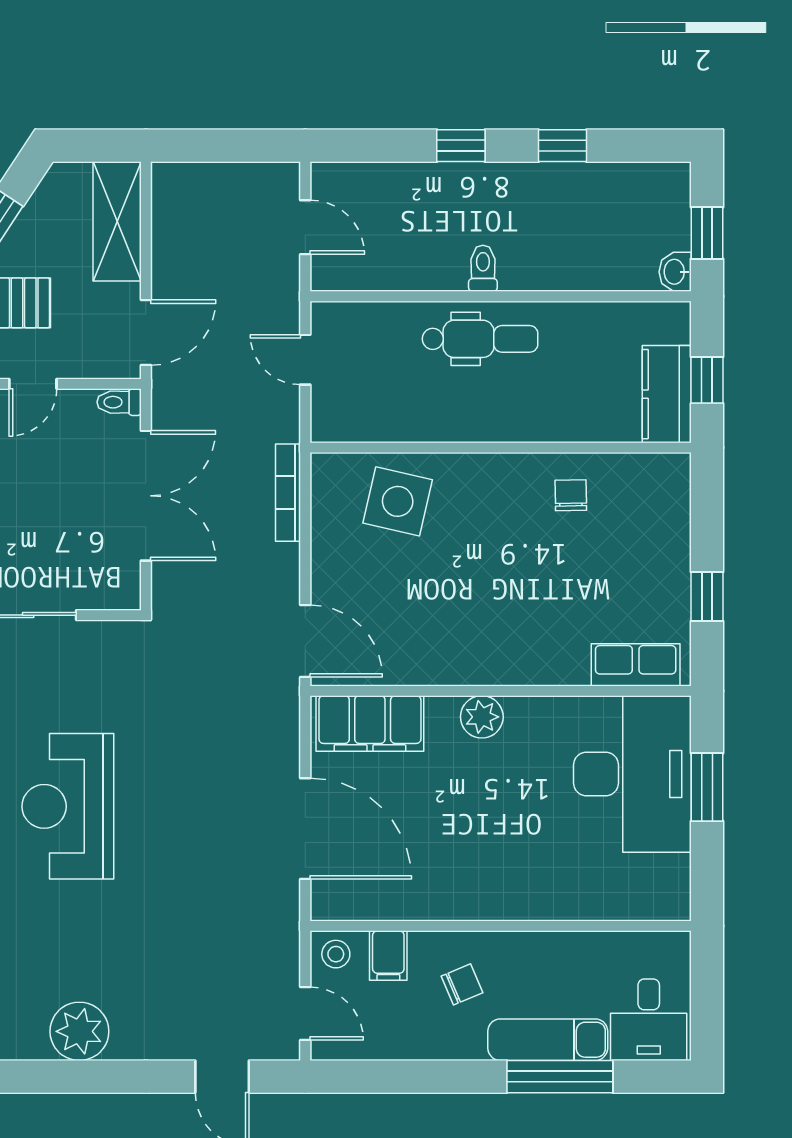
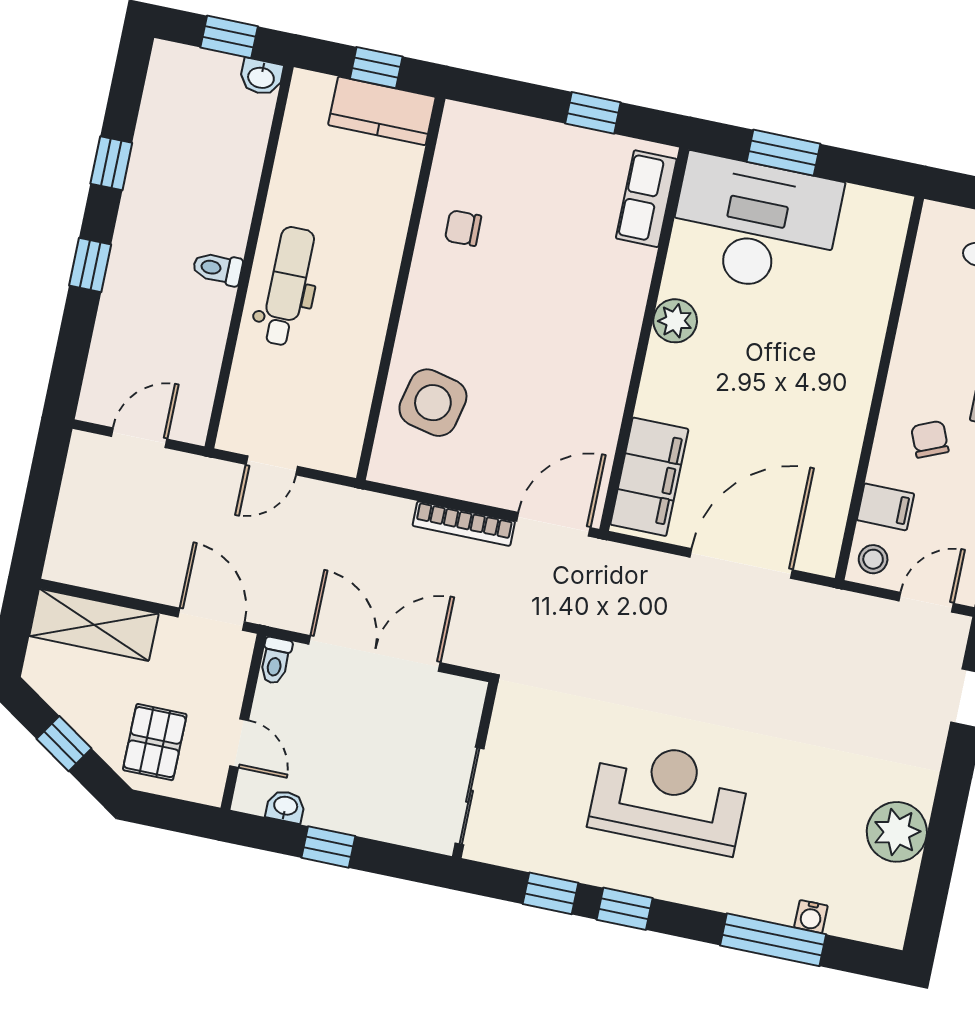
bookcase: (288, 493) -> (464, 524), moved
plant: (482, 717) -> (675, 321), moved
reception desk: (68, 806) -> (669, 796), turned 180

